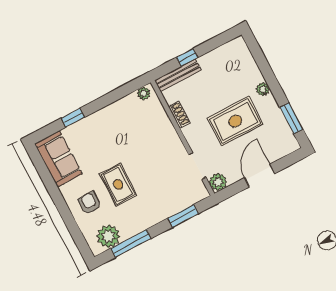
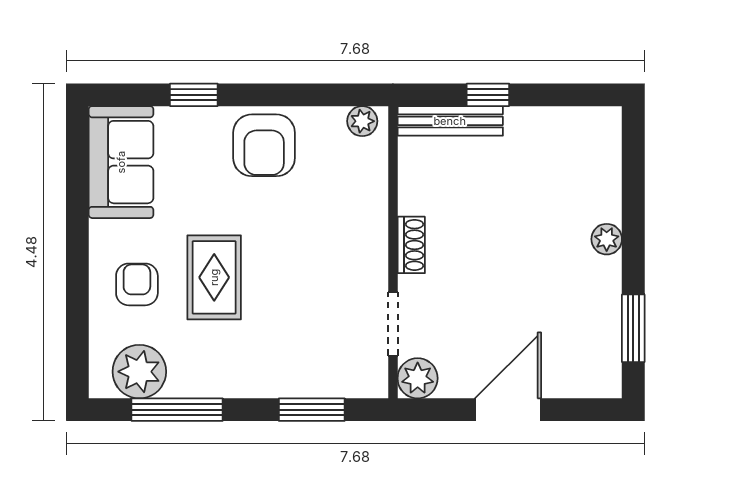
shoe rack: (179, 115) -> (411, 245), moved
rug: (235, 121) -> (517, 274), removed
armchair: (111, 123) -> (264, 145), added

